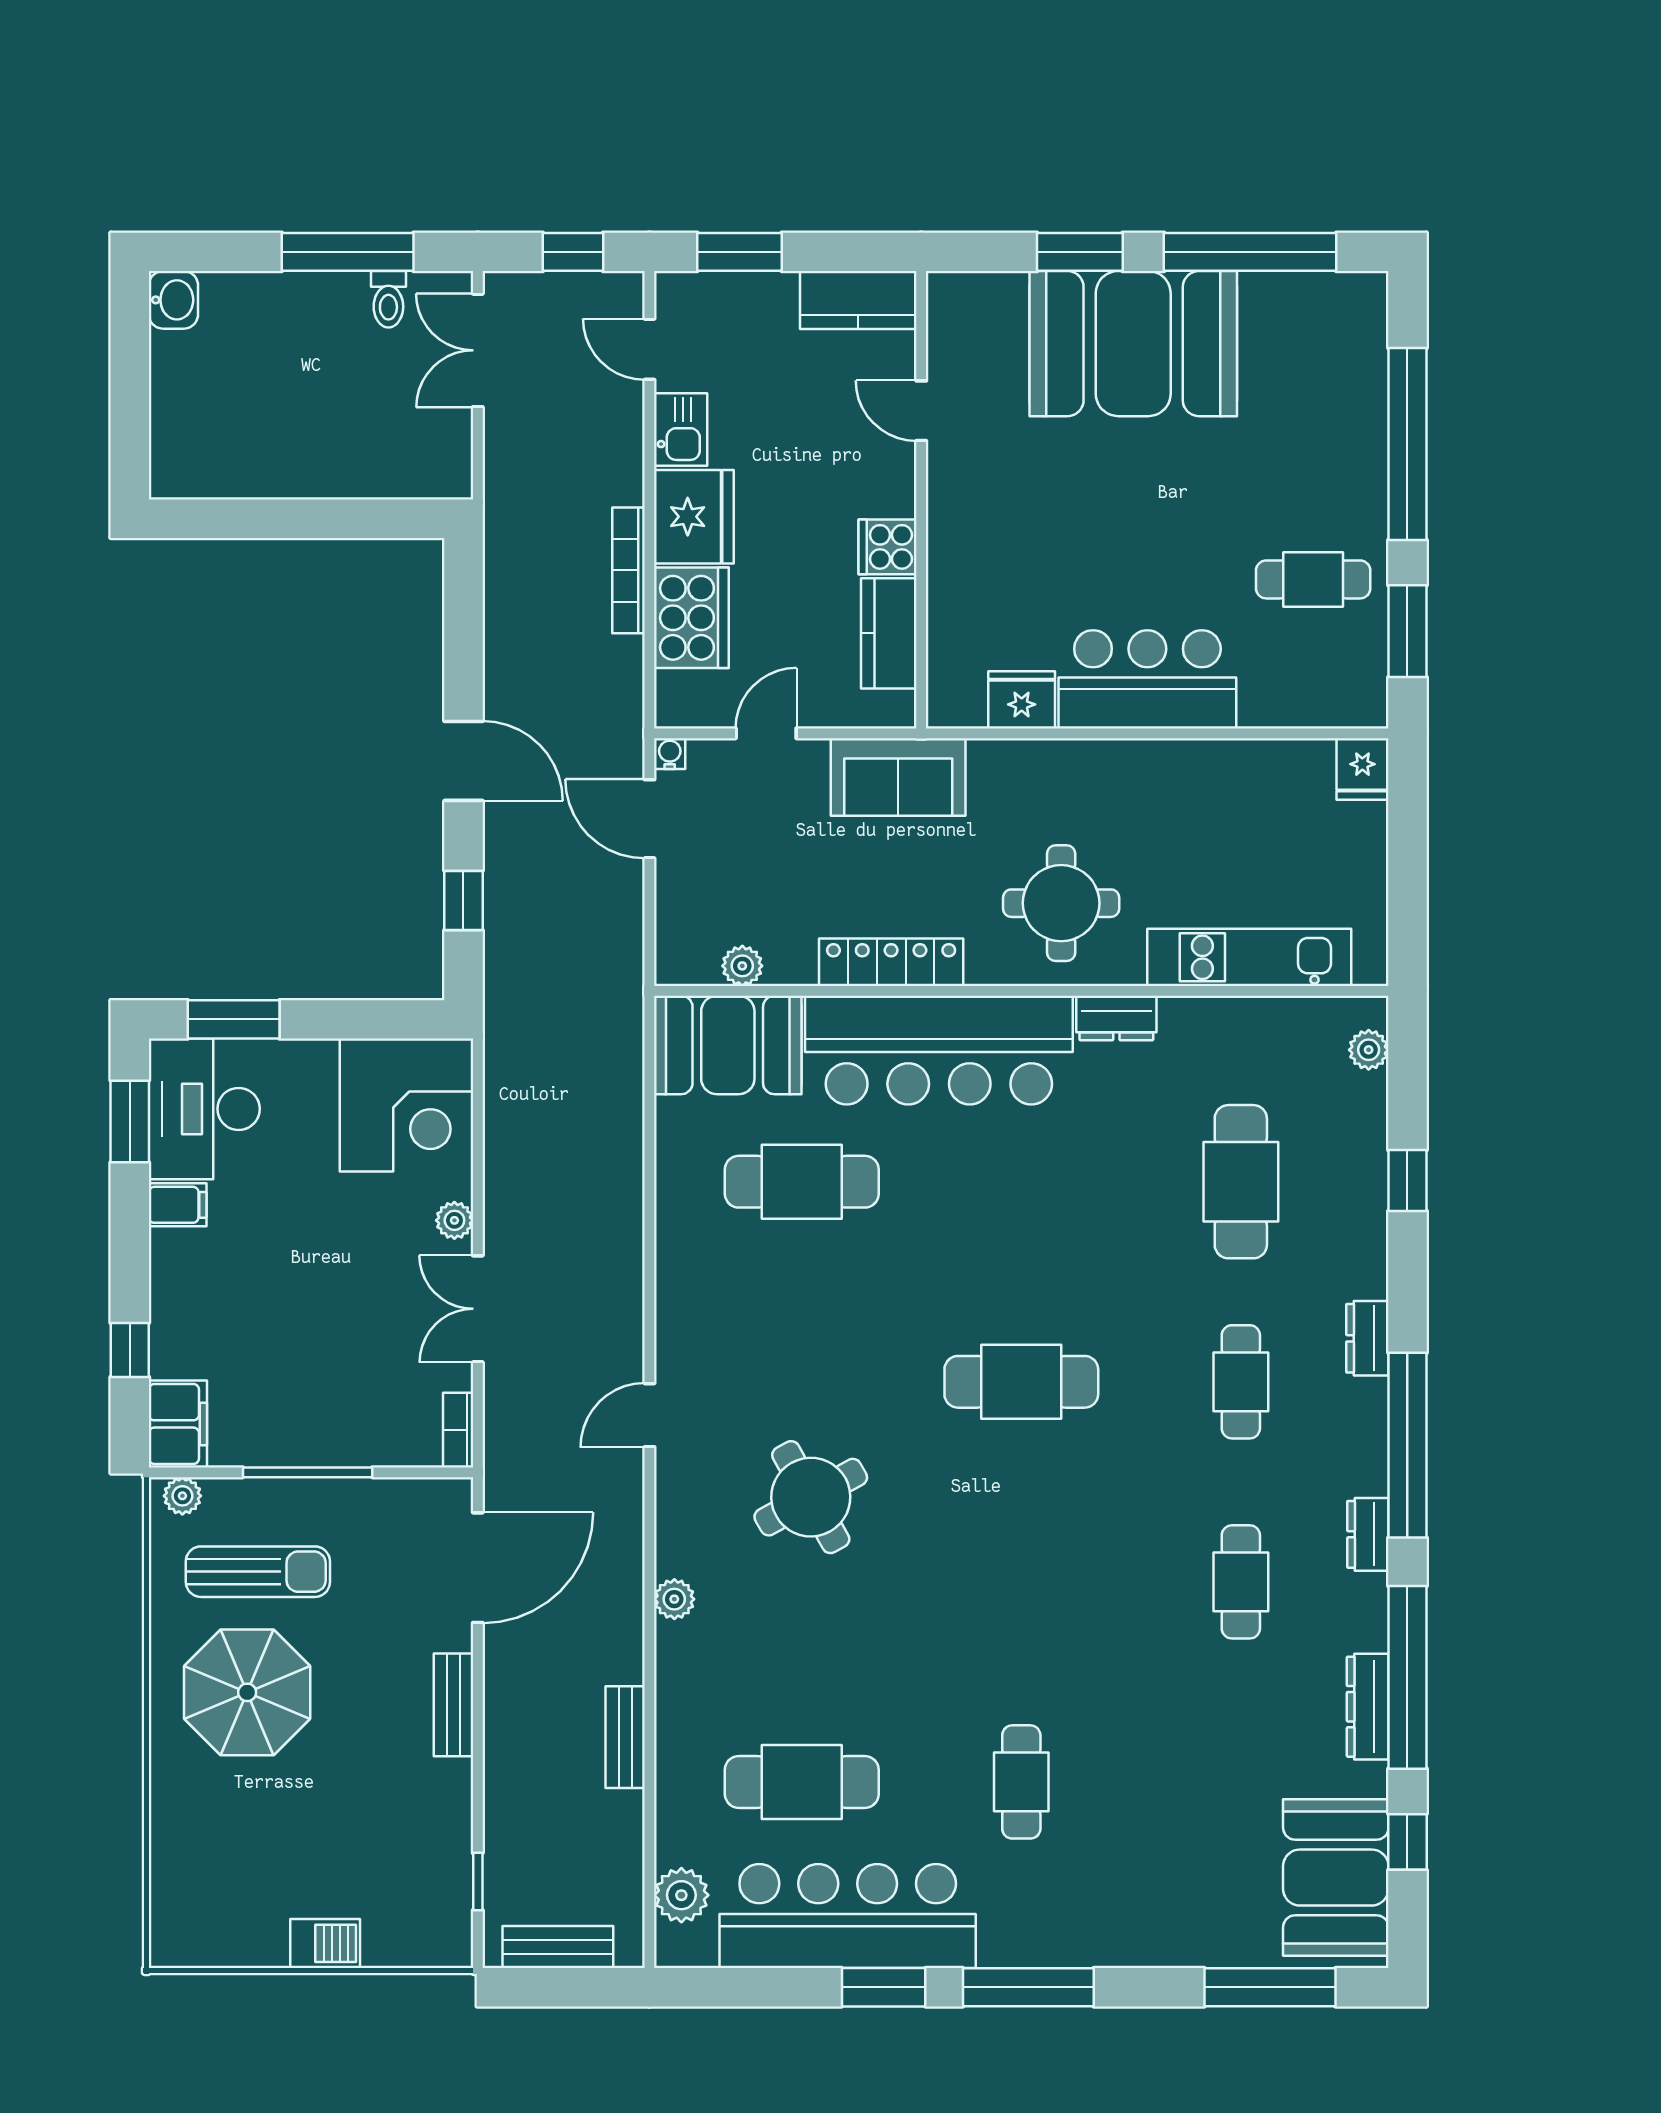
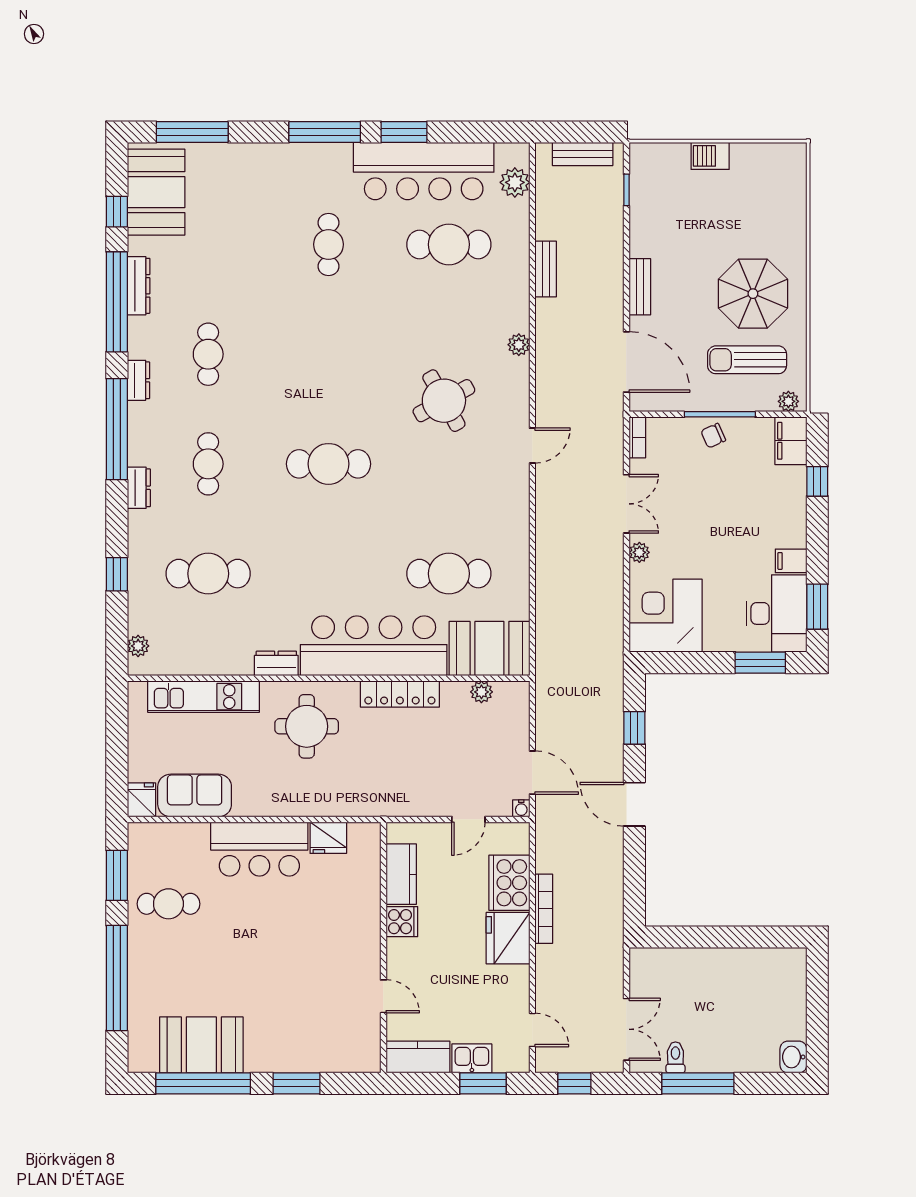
booth: (1133, 344) -> (201, 1045), moved, width x0.73, depth x0.70
kitchen sink: (681, 429) -> (472, 1058), moved, turned 90
sofa: (898, 777) -> (195, 795), moved
cafe table: (1241, 1182) -> (208, 574), turned 90
chair: (320, 1433) -> (713, 436), added
door: (478, 1568) -> (626, 362), swing flipped

